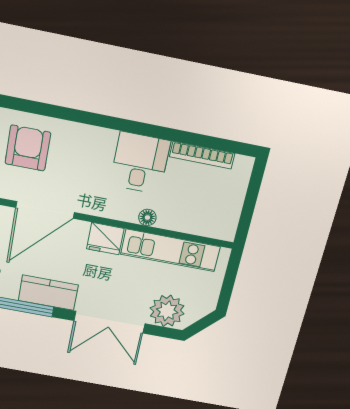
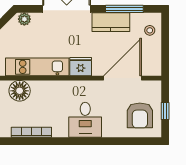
desk: (140, 163) -> (85, 120), moved
floor lamp: (147, 217) -> (20, 91), moved, width x1.89, depth x1.89
plant: (167, 311) -> (24, 19), width x0.53, depth x0.53

